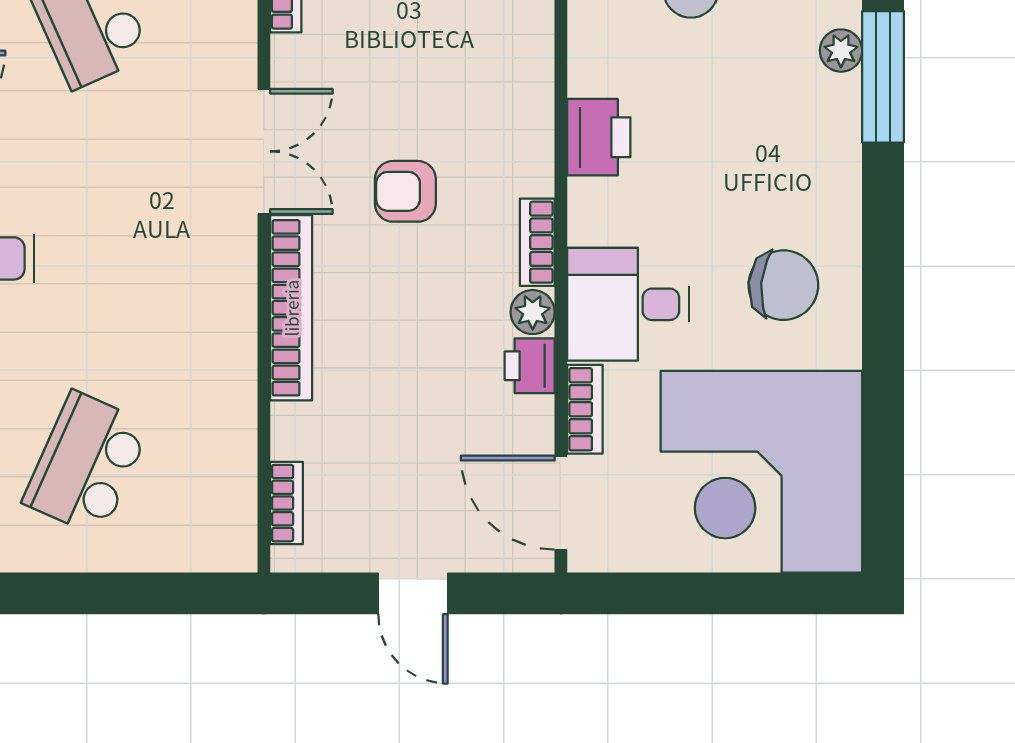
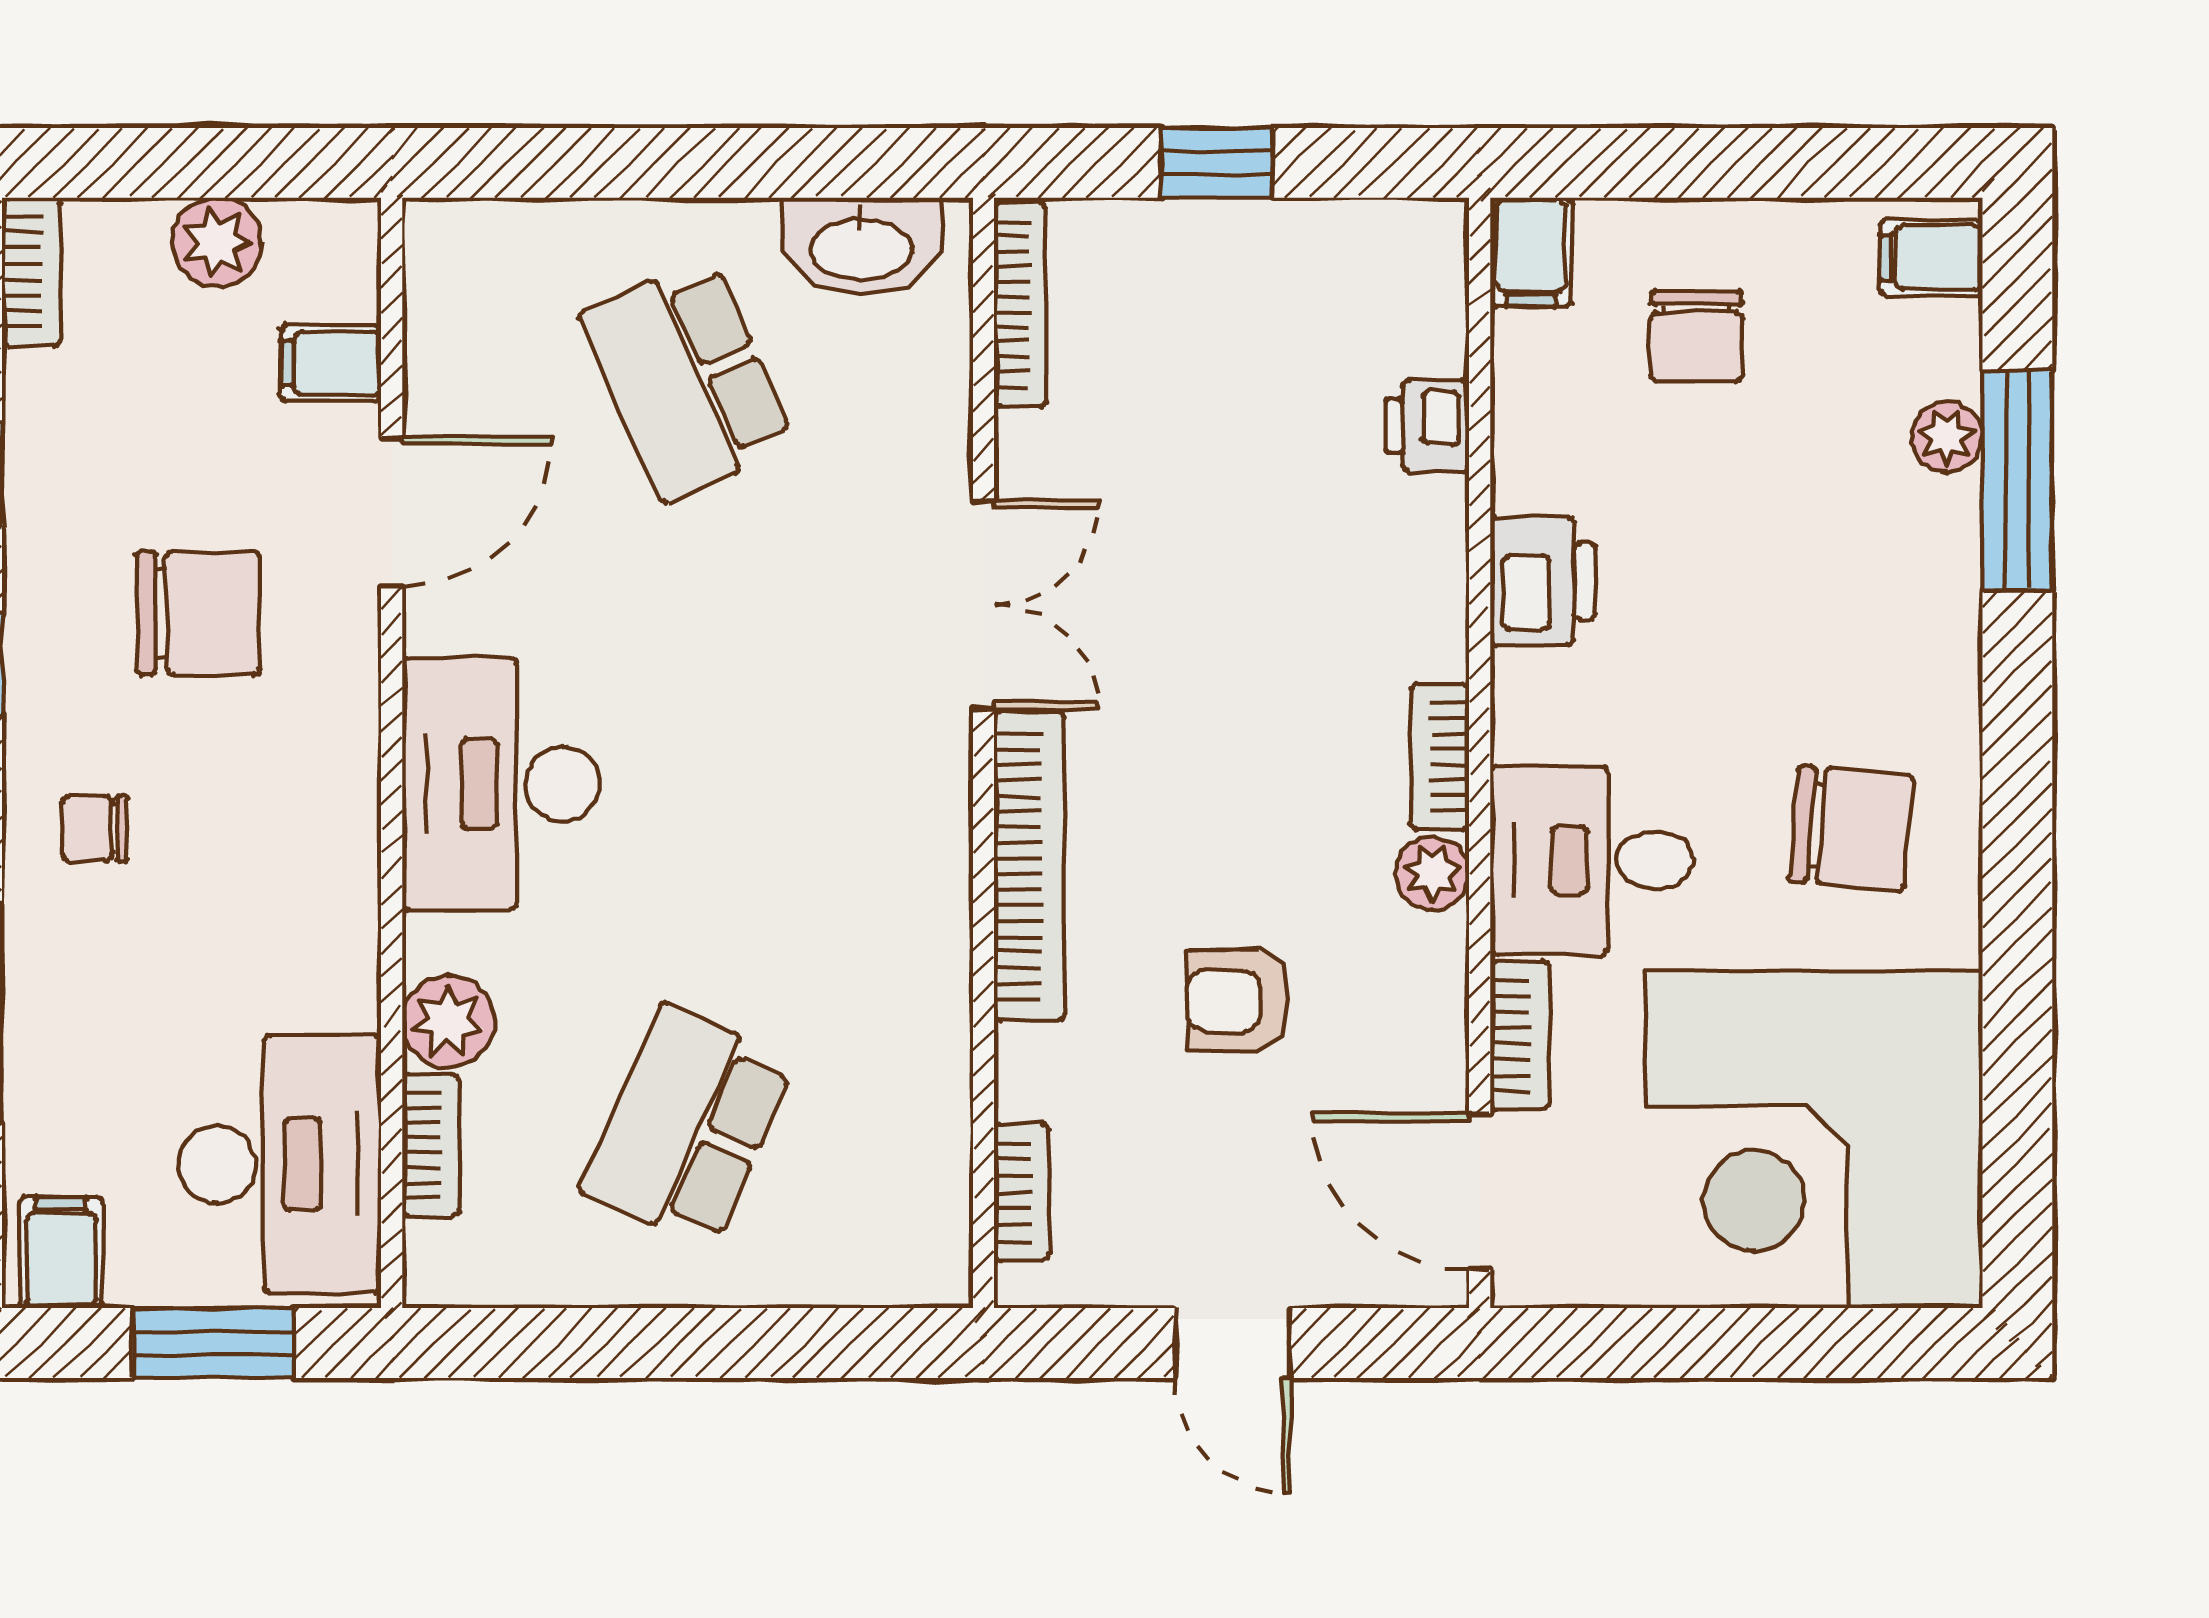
armchair: (405, 191) -> (1238, 1000), moved
printer: (530, 366) -> (1427, 426), moved

